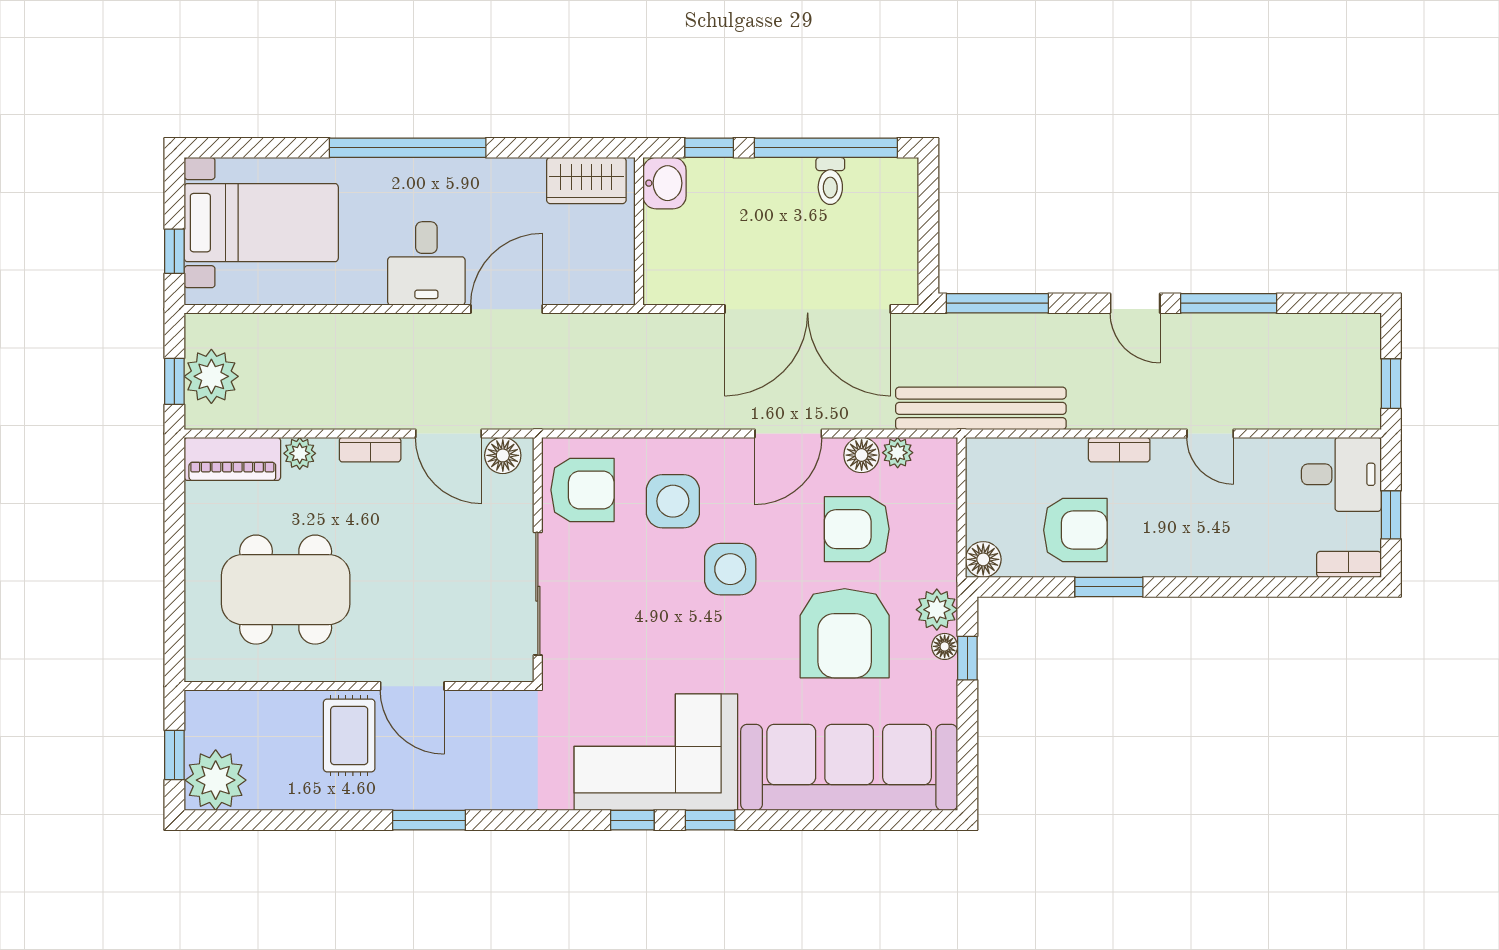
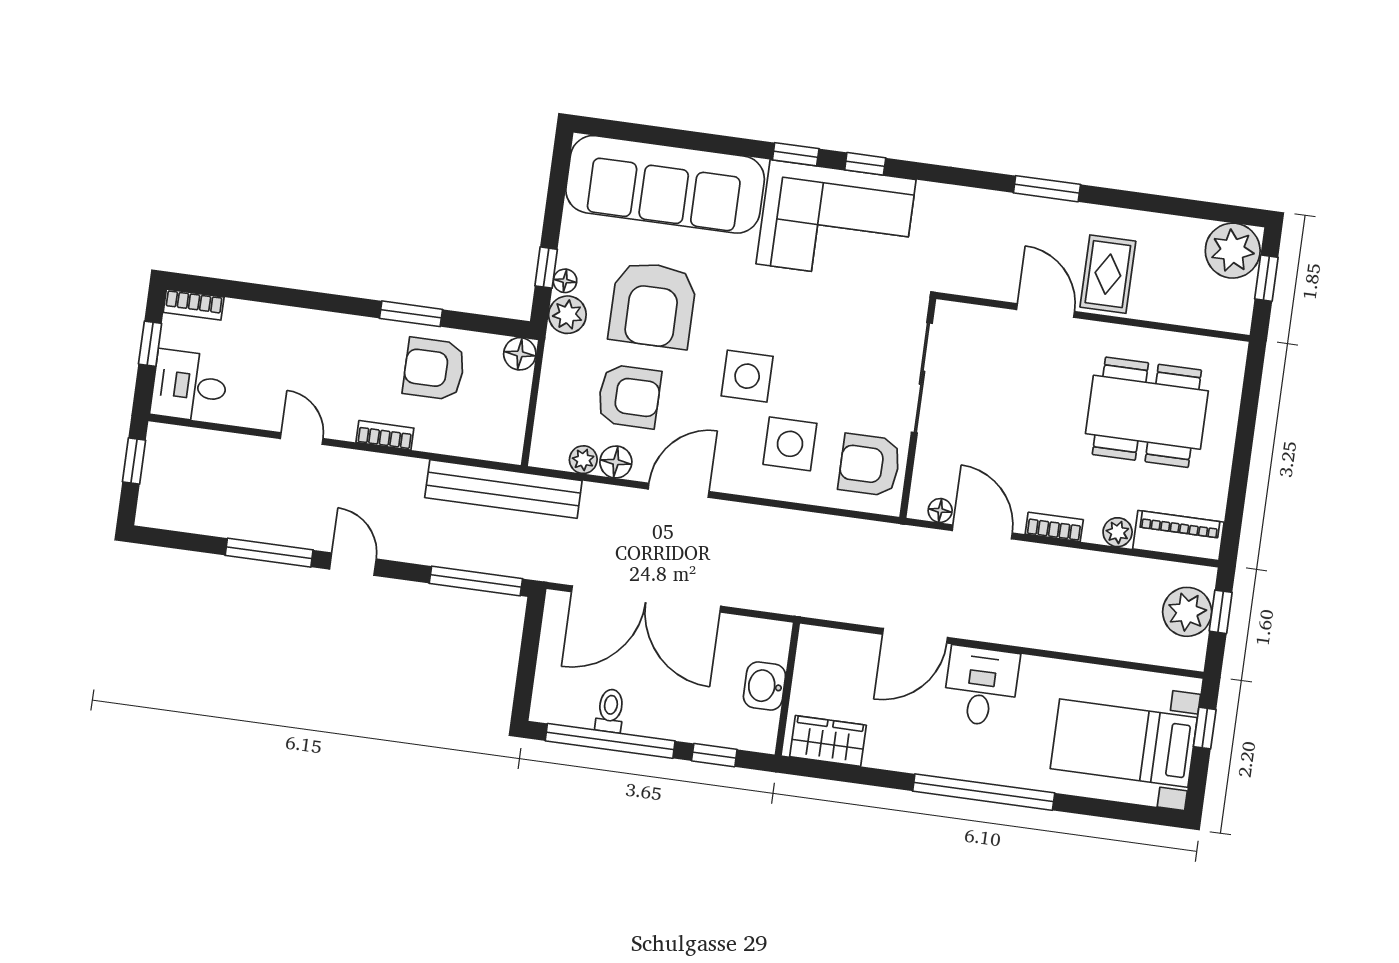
washbasin: (664, 183) -> (764, 686), moved
double door: (808, 309) -> (646, 599), swing flipped
floor lamp: (503, 455) -> (940, 510), width x0.73, depth x0.73
armchair: (845, 633) -> (653, 305), turned 180

